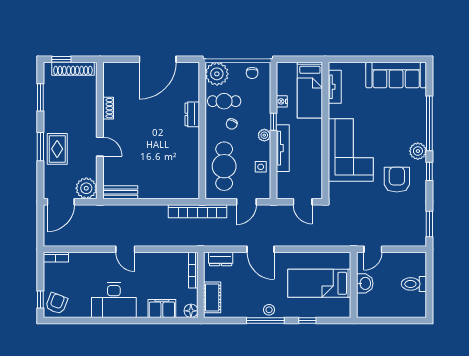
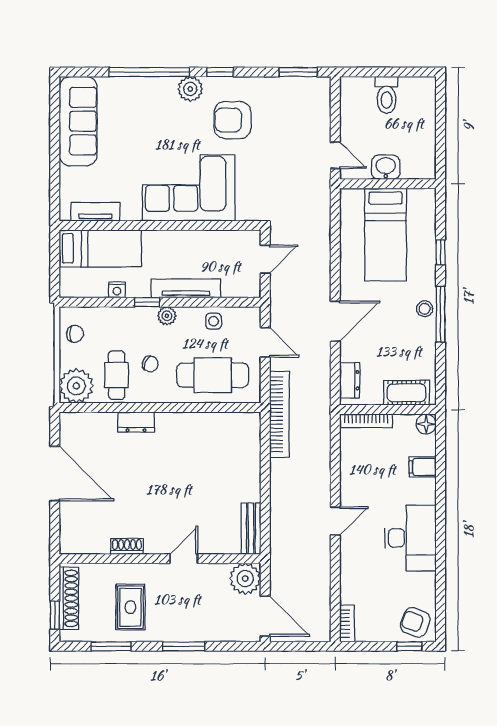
rug: (57, 149) -> (130, 607), moved, turned 90
filing cabinet: (162, 308) -> (423, 467), width x0.50

